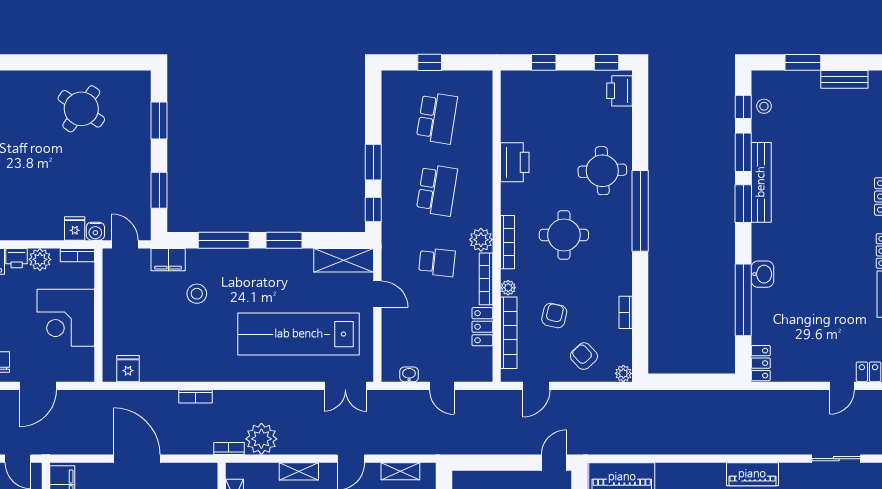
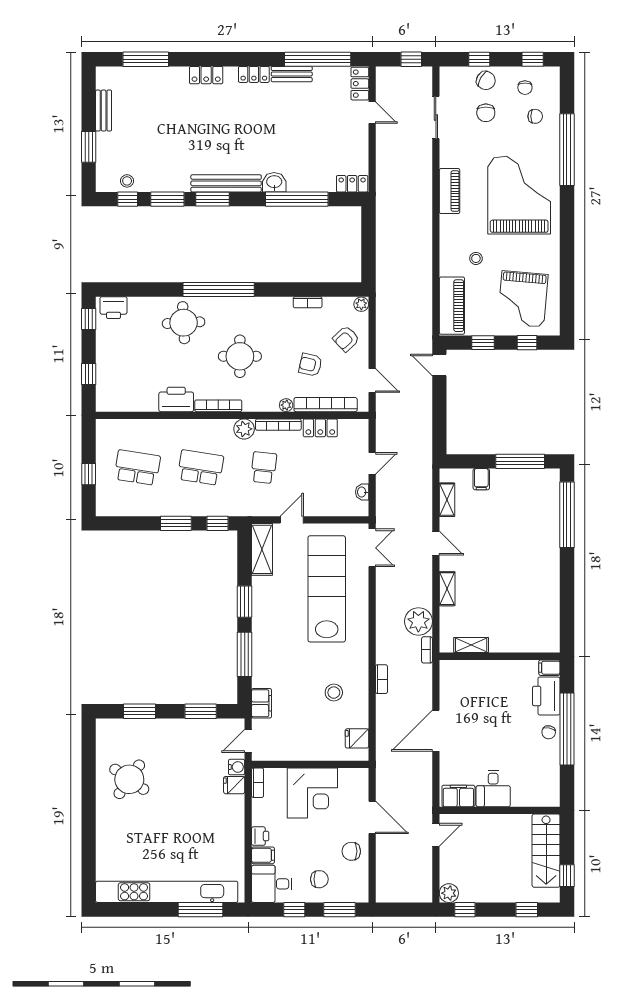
bench: (761, 182) -> (226, 183), moved
bookcase: (507, 242) -> (218, 406), moved
plant: (40, 259) -> (261, 816), removed
stool: (197, 294) -> (334, 693), moved
lab bench: (299, 334) -> (327, 589), turned 180

